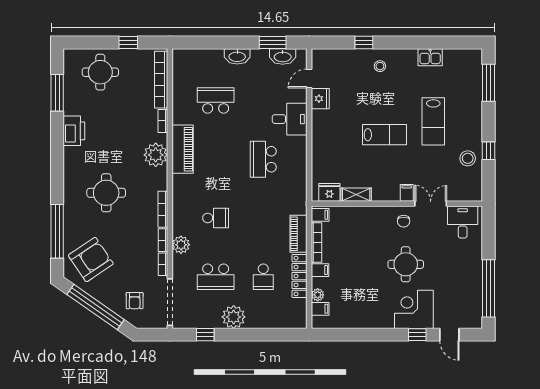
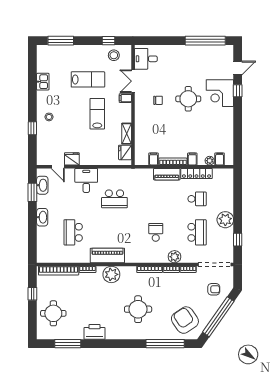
fridge: (329, 192) -> (125, 152), moved
filing cabinet: (407, 193) -> (125, 98), moved
shelving: (356, 195) -> (127, 134), moved
wall: (397, 204) -> (133, 105), moved
double door: (431, 204) -> (133, 81), moved
desk: (463, 222) -> (146, 59), moved

